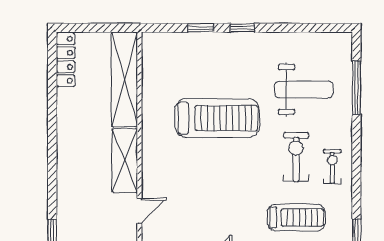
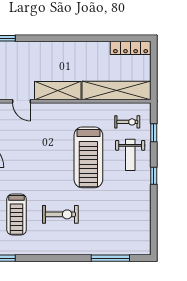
window: (201, 28) -> (154, 133), moved
weight bench: (304, 89) -> (130, 155), moved, width x0.73, depth x0.75
exercise bike: (332, 166) -> (127, 122), moved

